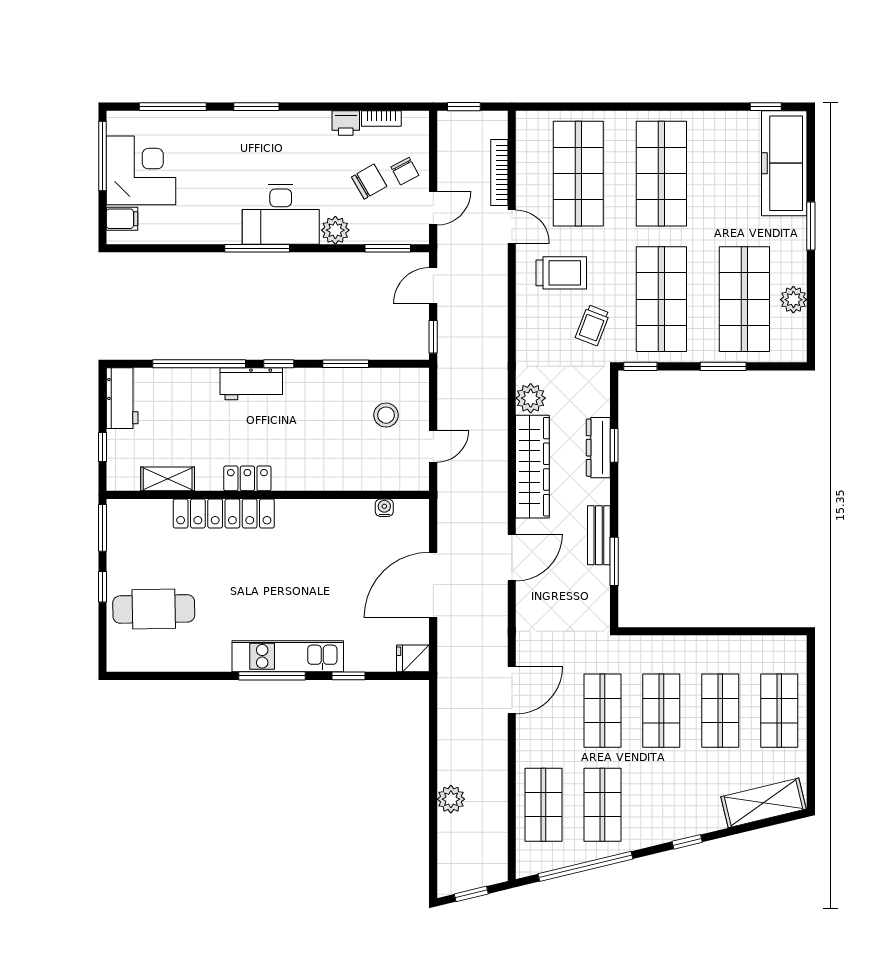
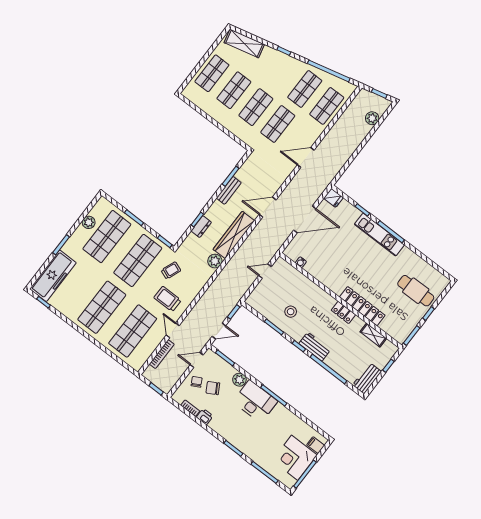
stool: (386, 415) -> (291, 312), moved
dresser: (598, 448) -> (201, 227), width x0.70
plant: (451, 799) -> (372, 118), moved

